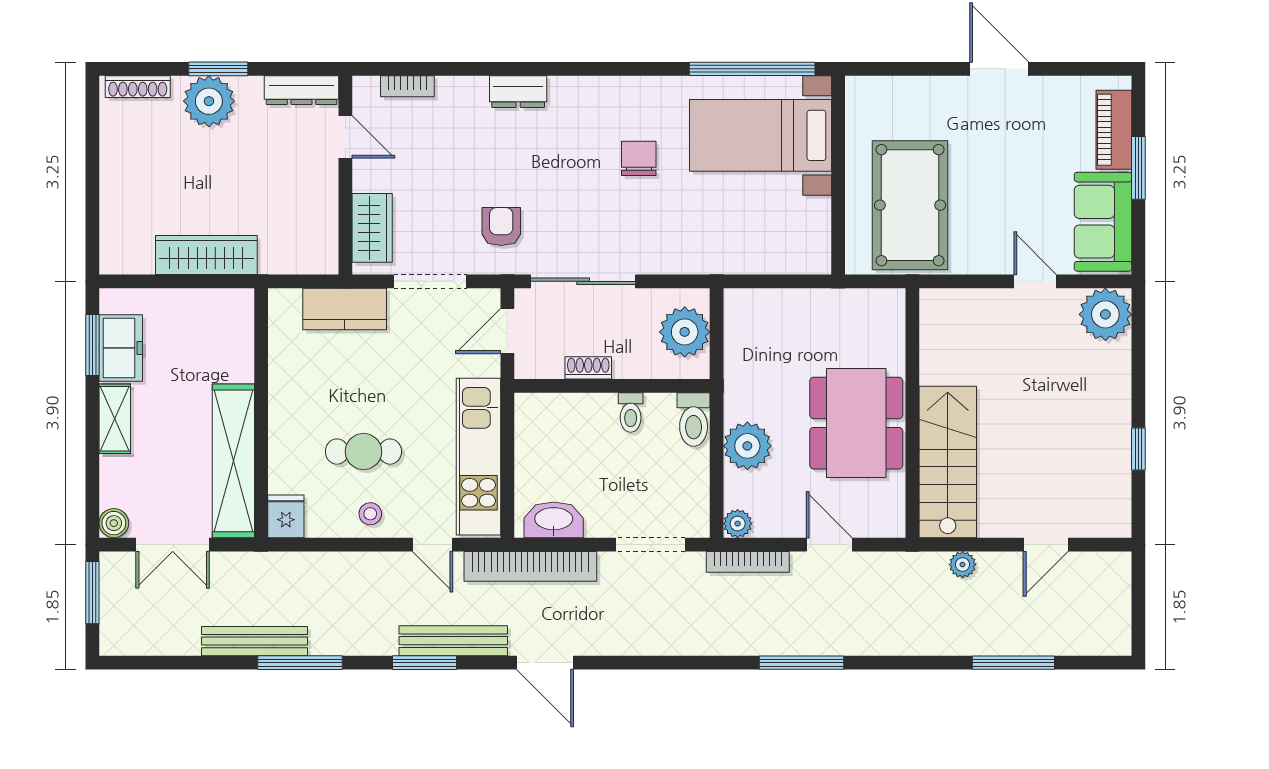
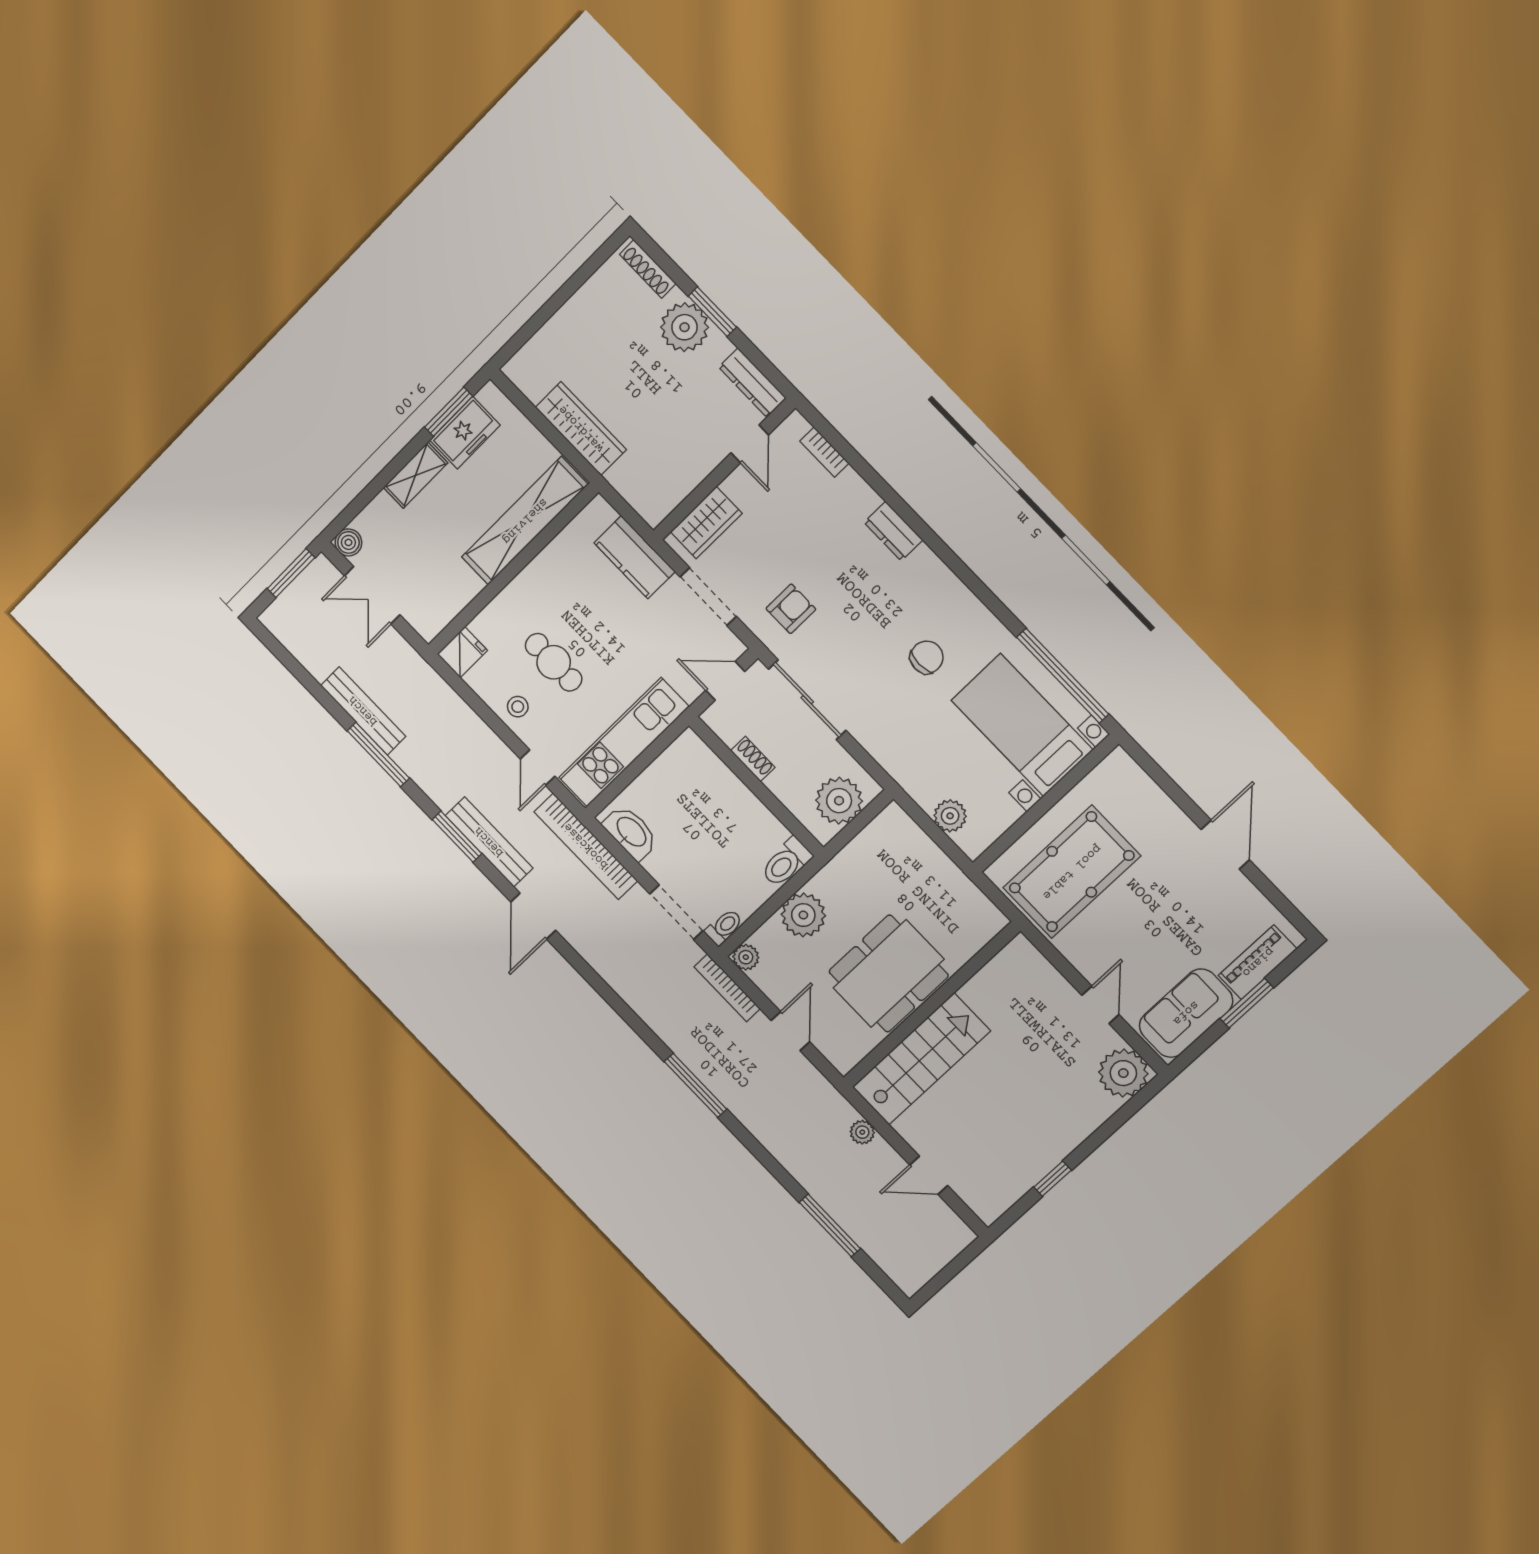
plant: (778, 257) -> (950, 816), added
toilet: (631, 413) -> (724, 927), moved, turned 180
shelving: (233, 461) -> (525, 521), moved

